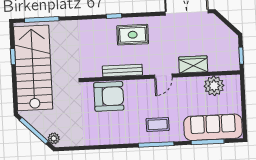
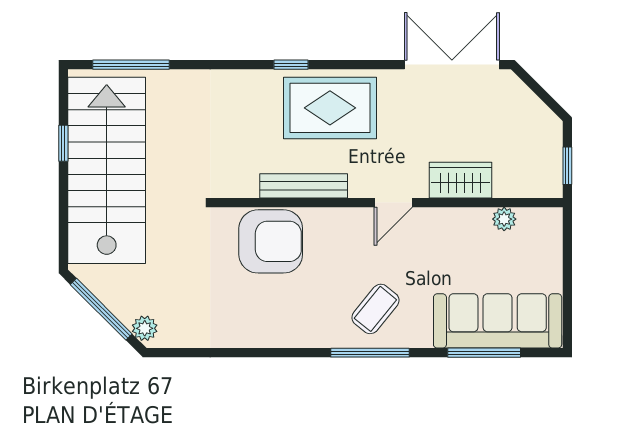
rug: (133, 35) -> (330, 108), width x1.36, depth x1.43
plant: (214, 86) -> (504, 219), width x0.53, depth x0.53
coffee table: (158, 125) -> (375, 309), turned -51

